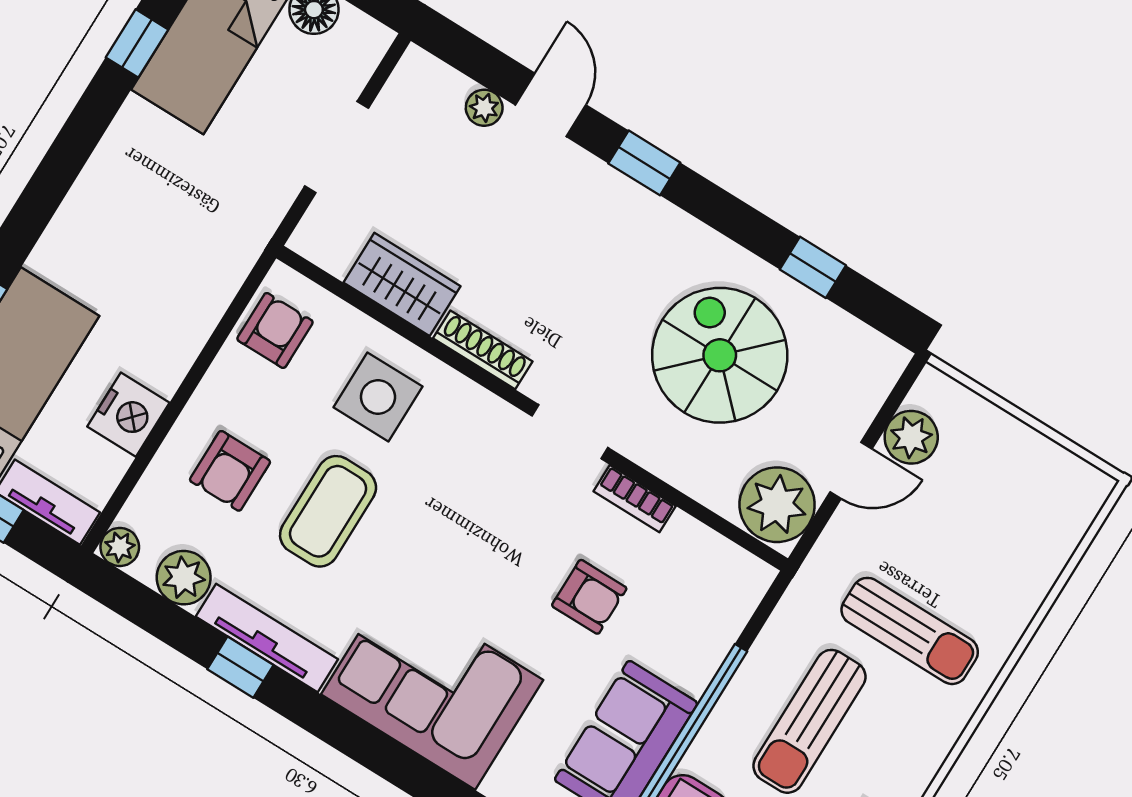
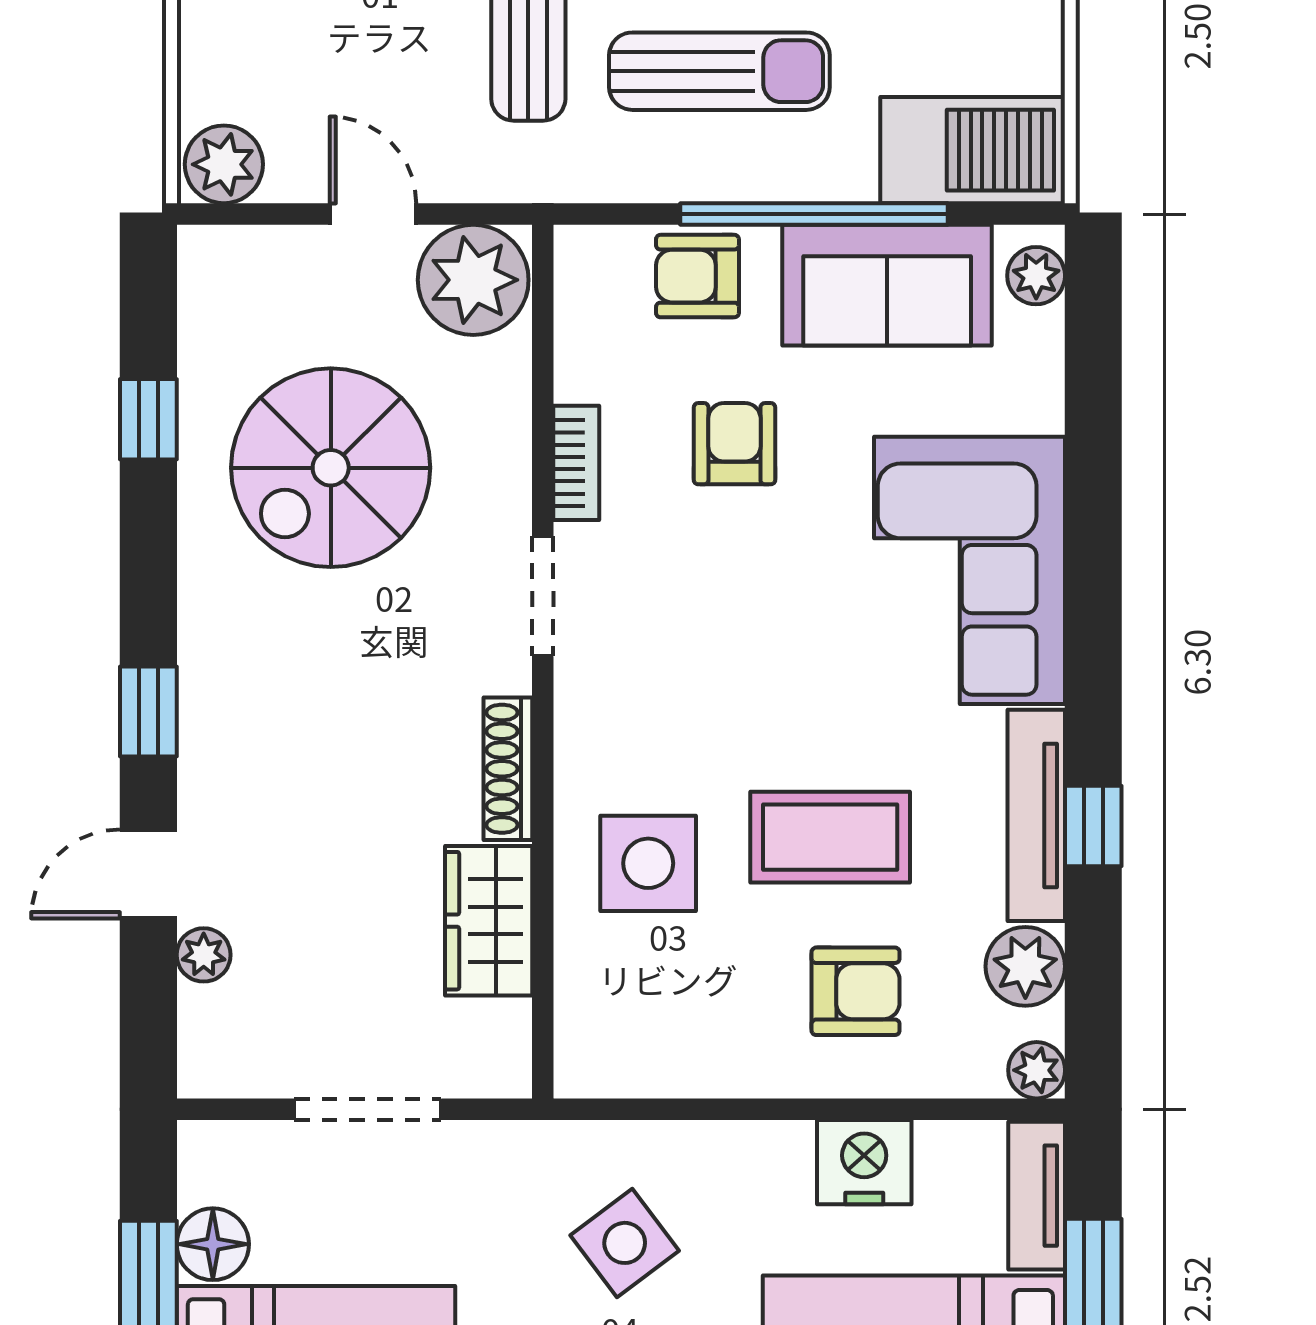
side table: (167, 248) -> (625, 1243), added
armchair: (275, 330) -> (697, 276), moved
plant: (911, 437) -> (224, 164), moved

